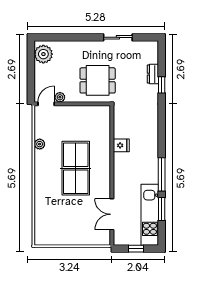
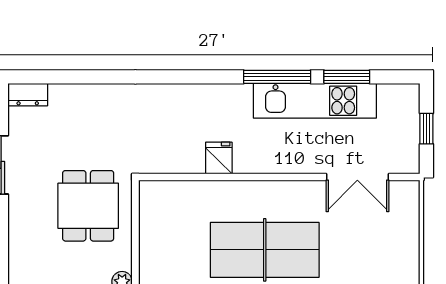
dresser: (153, 74) -> (28, 95), moved
window: (162, 85) -> (97, 77), removed
kitchen unit: (150, 215) -> (315, 101), moved

